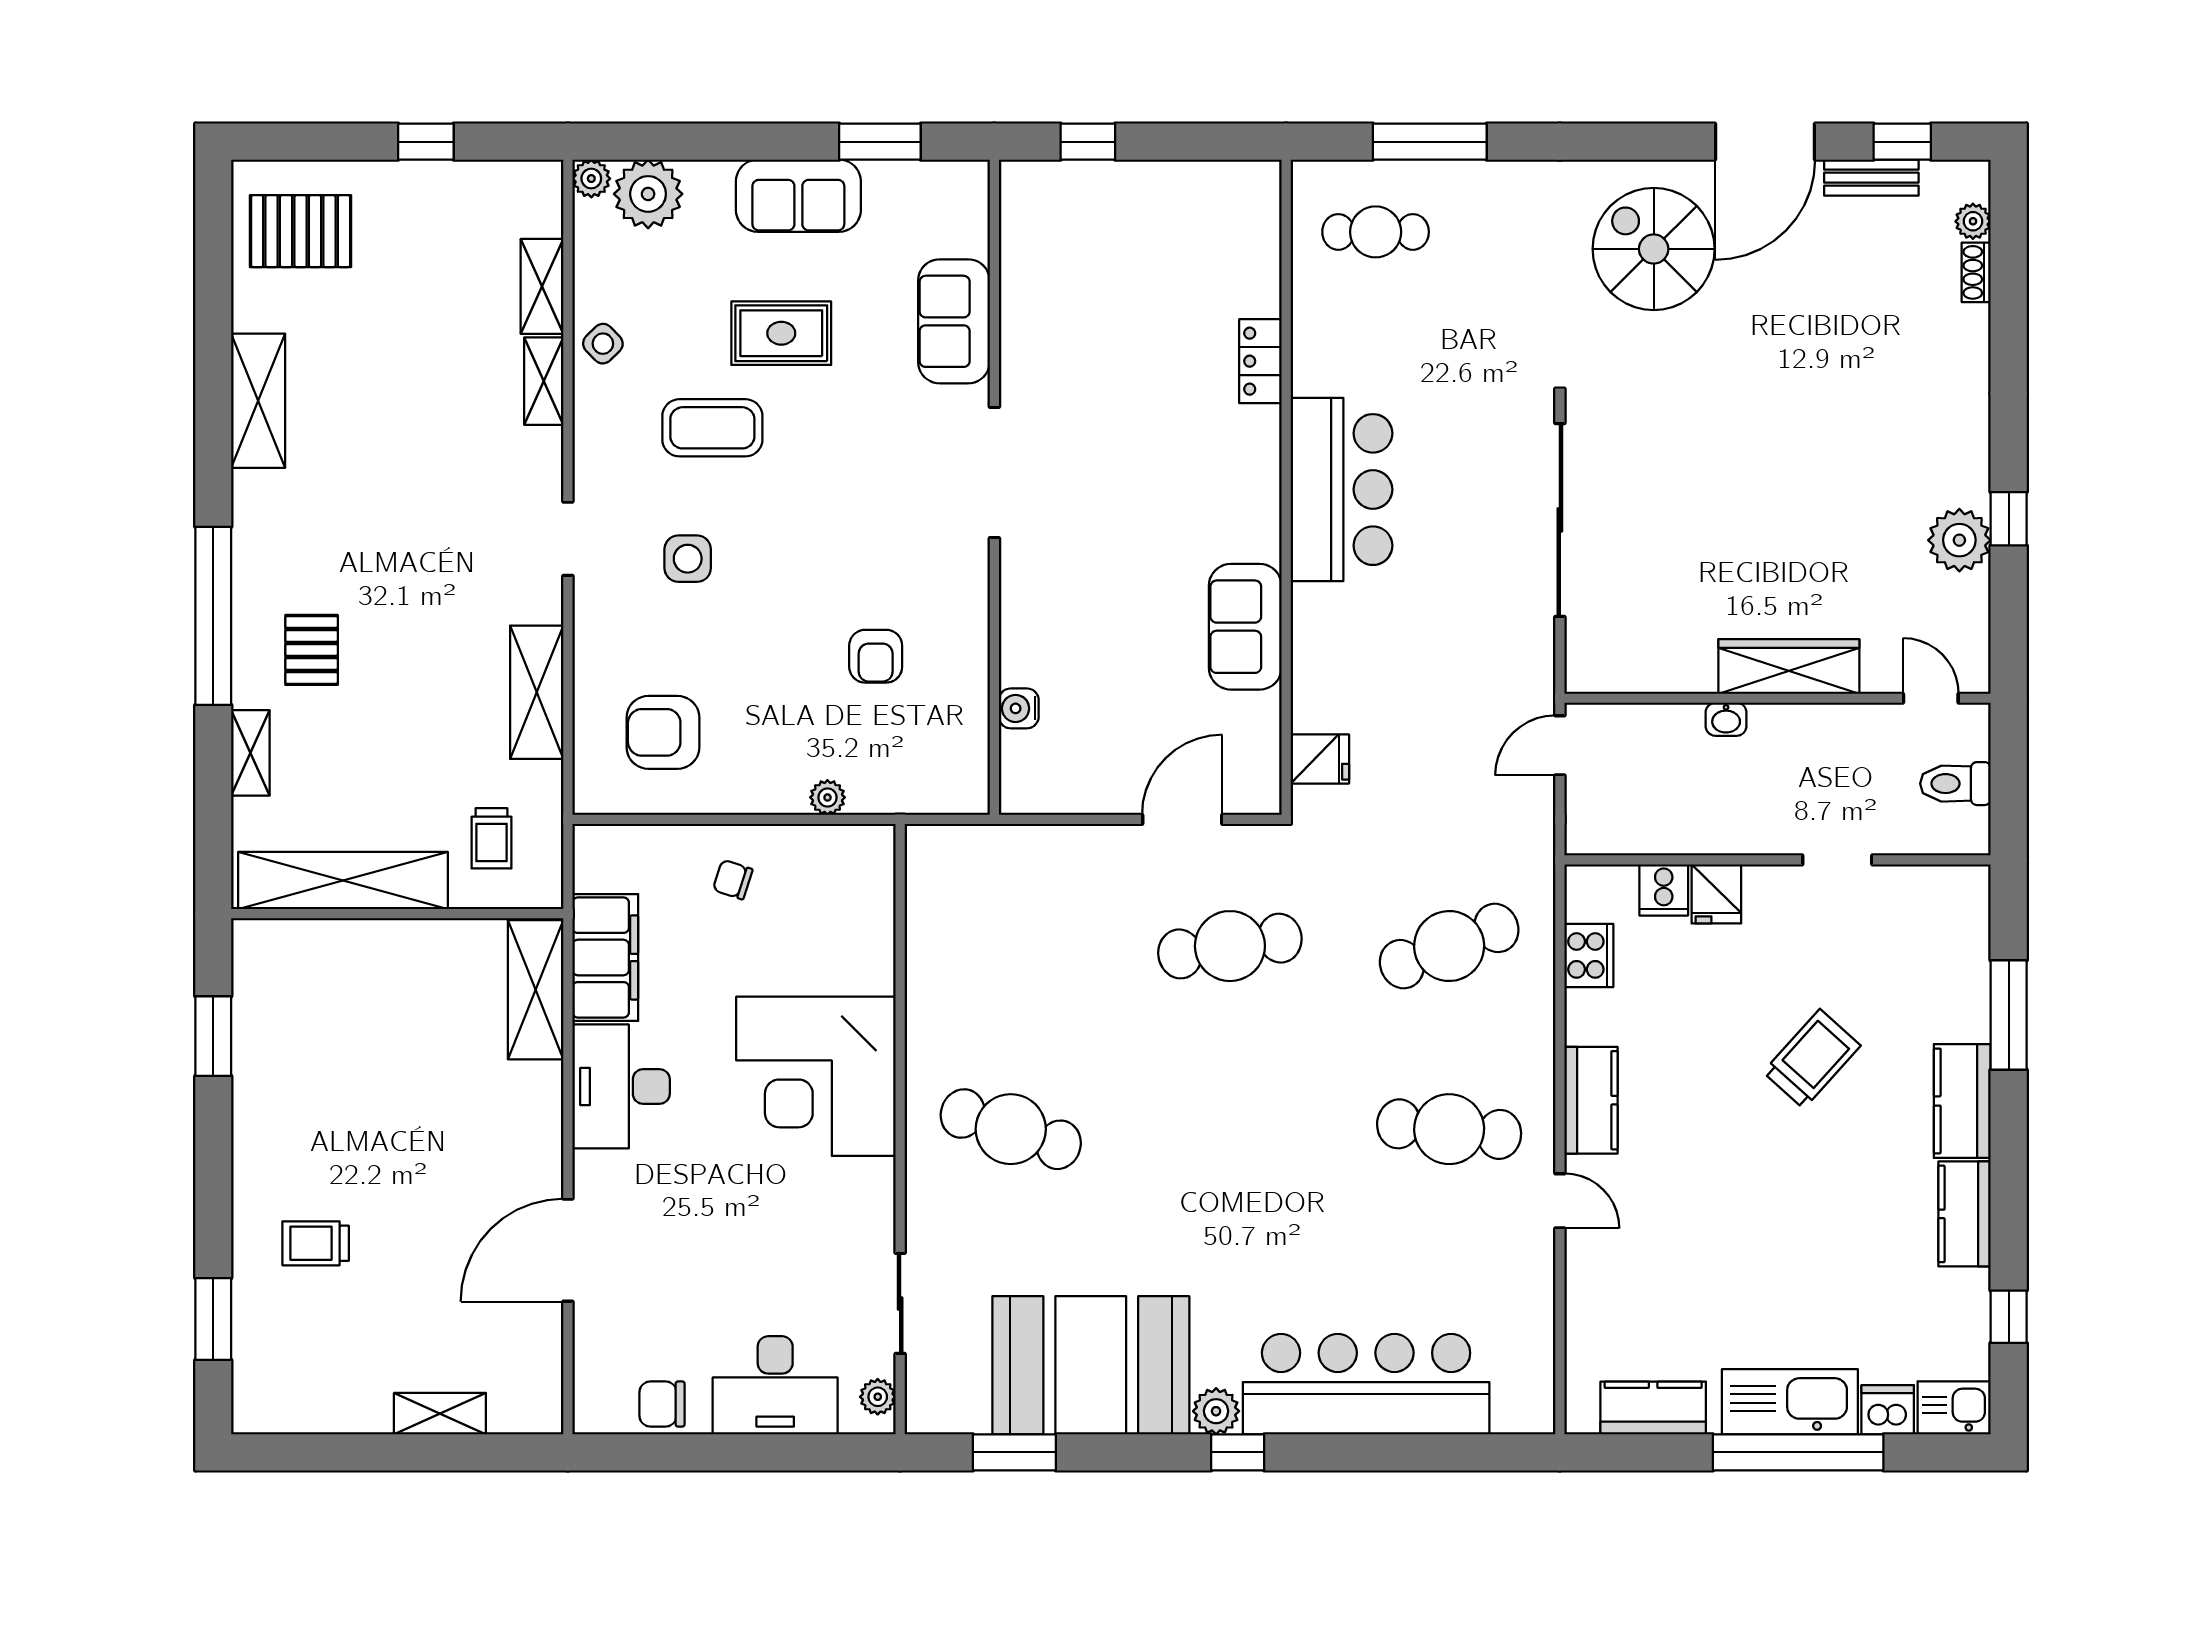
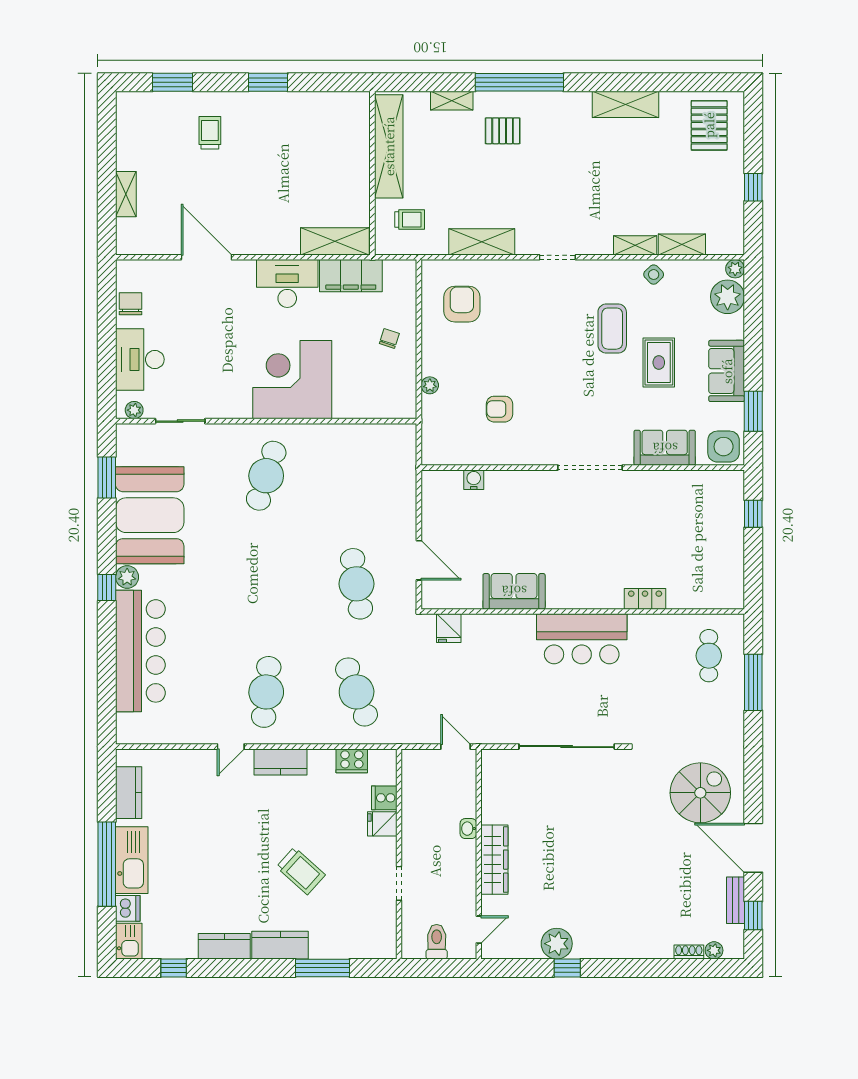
side table: (688, 559) -> (724, 447), moved, width x1.37, depth x1.37
trolley: (492, 838) -> (410, 220), turned 180
window: (213, 1036) -> (268, 82), moved

